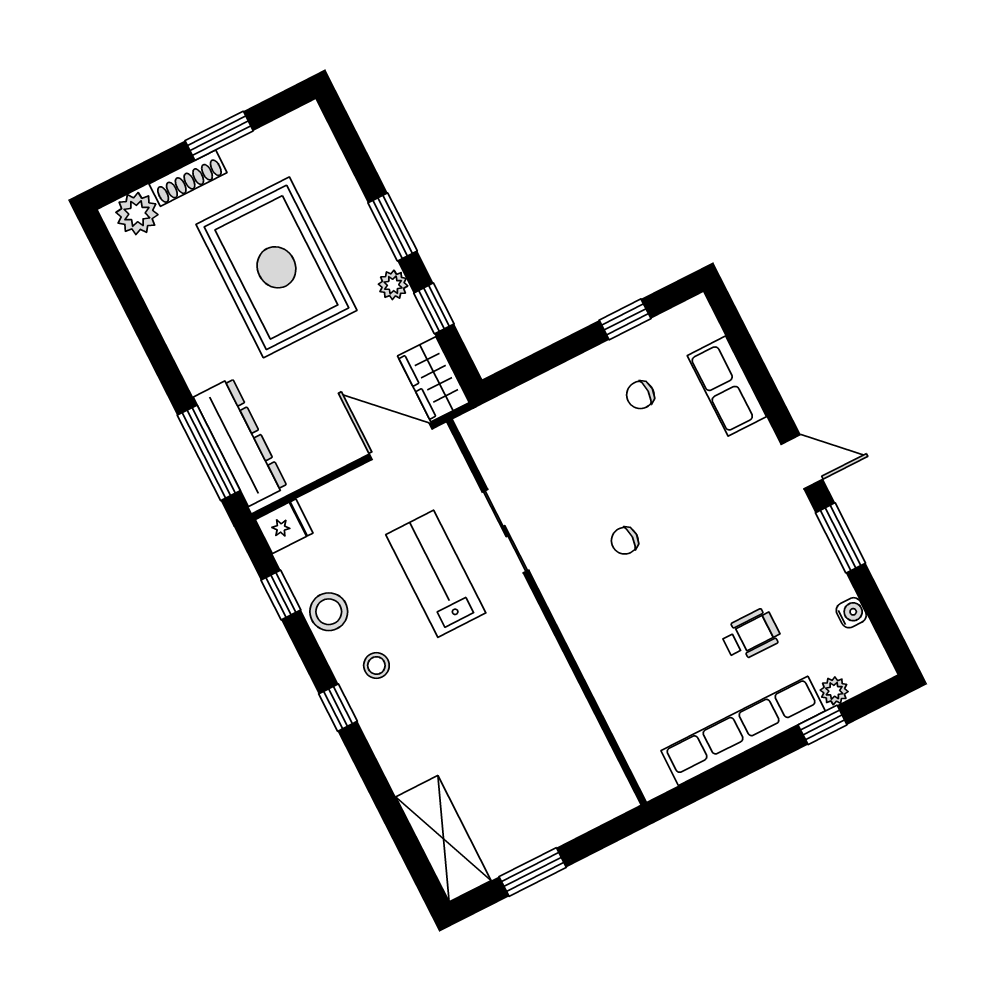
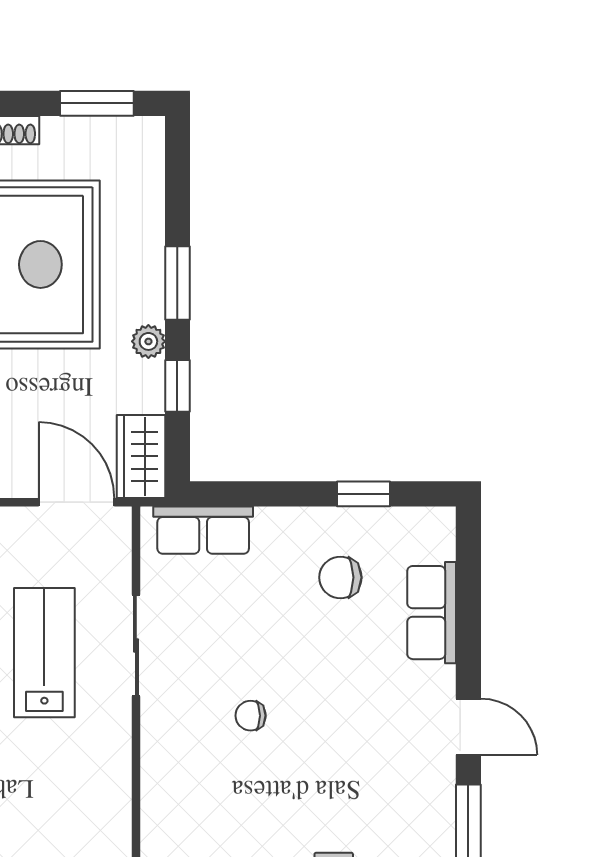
window: (219, 136) -> (97, 103), moved
chair: (640, 395) -> (340, 577), width x1.37, depth x1.37
row of seats: (512, 413) -> (203, 530), added

